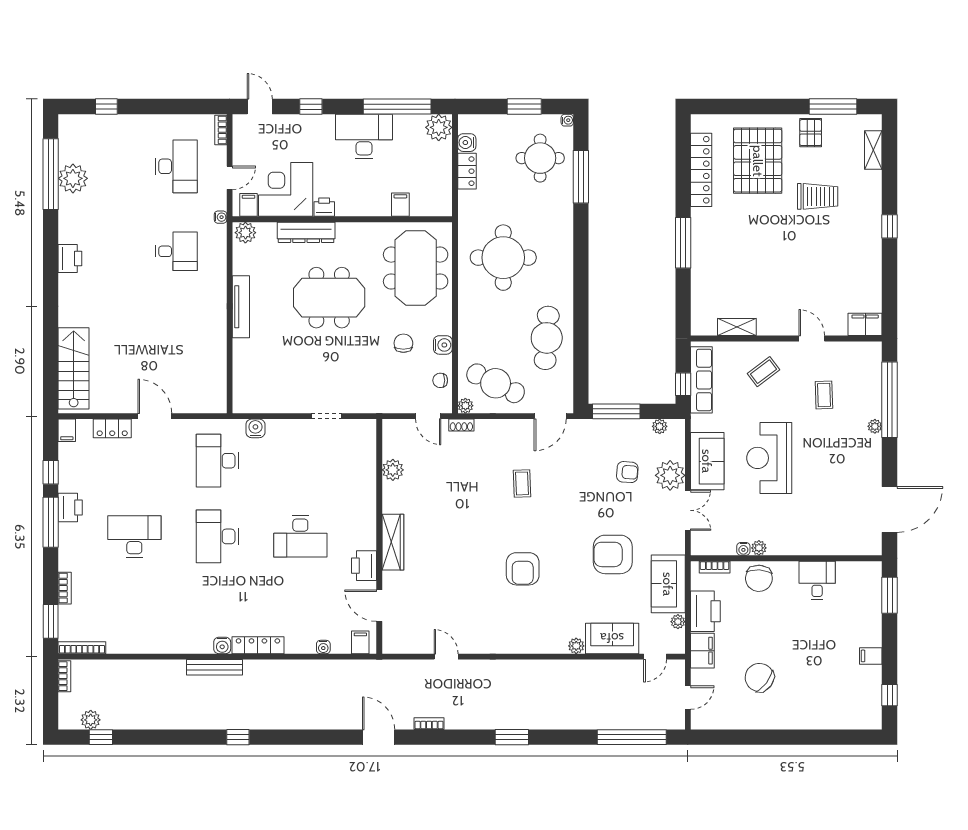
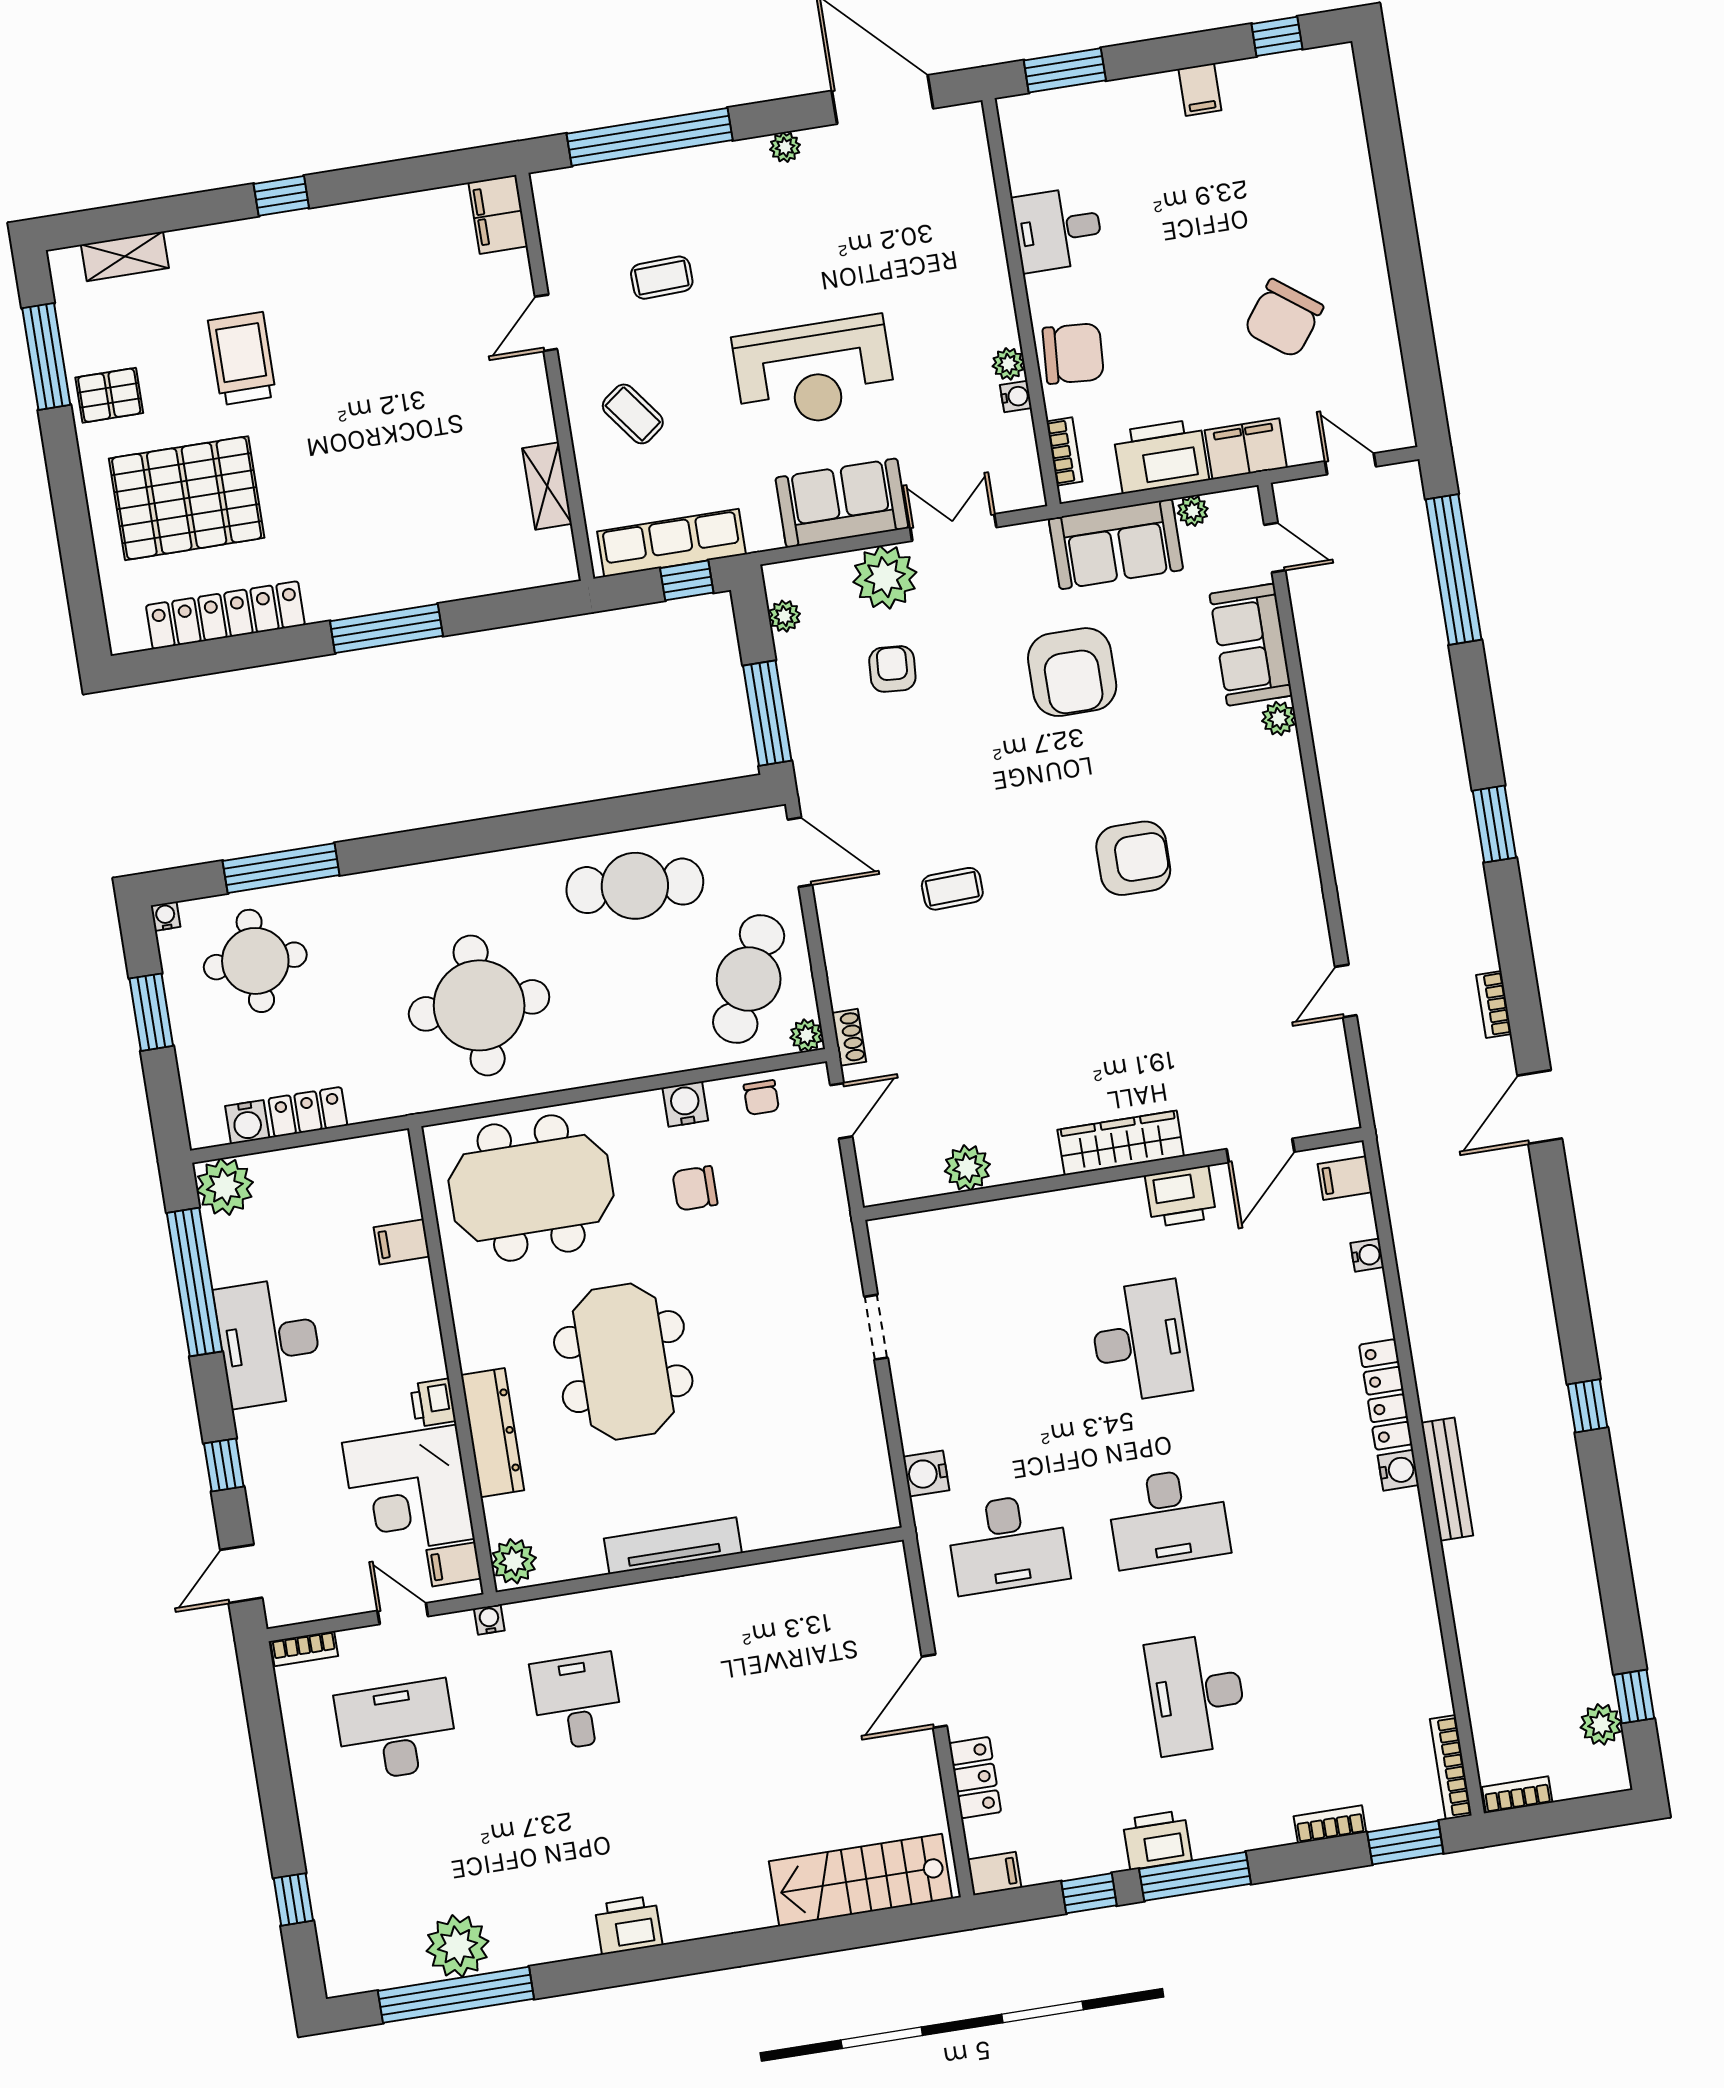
plant: (875, 426) -> (785, 147), moved

